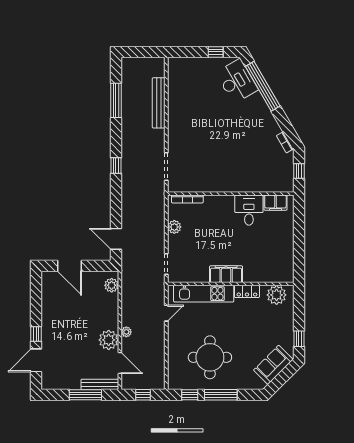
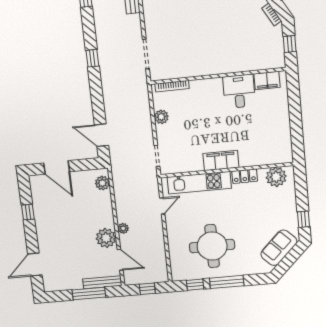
window: (36, 334) -> (28, 212), moved

